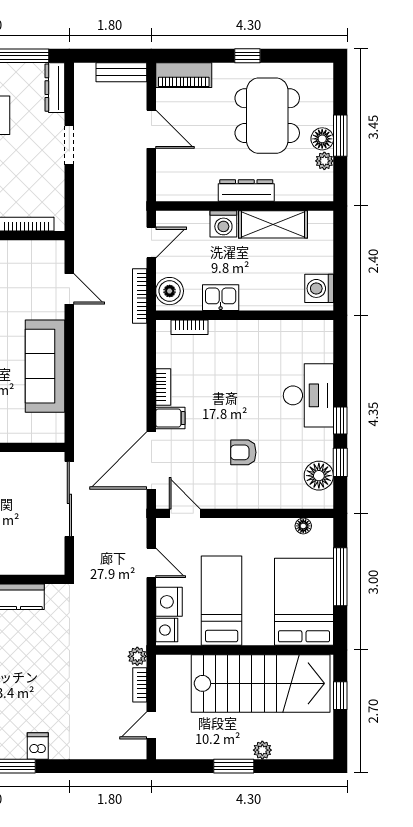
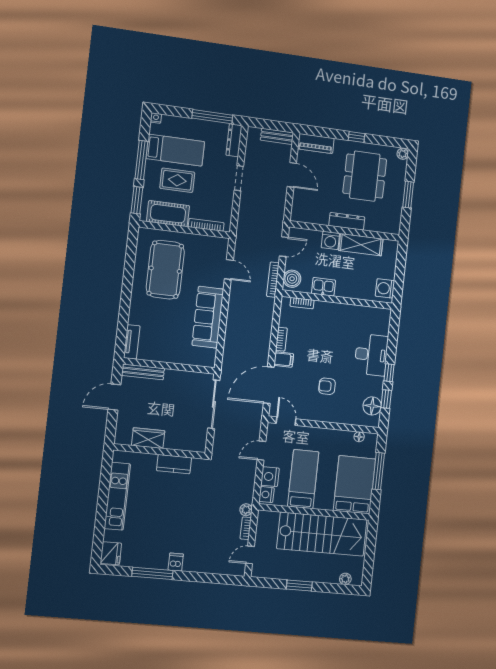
floor lamp: (322, 139) -> (397, 195), removed
plant: (324, 161) -> (403, 154), moved
door: (151, 563) -> (262, 451), swing flipped
window: (340, 696) -> (370, 546), removed
plant: (262, 750) -> (345, 579), moved

